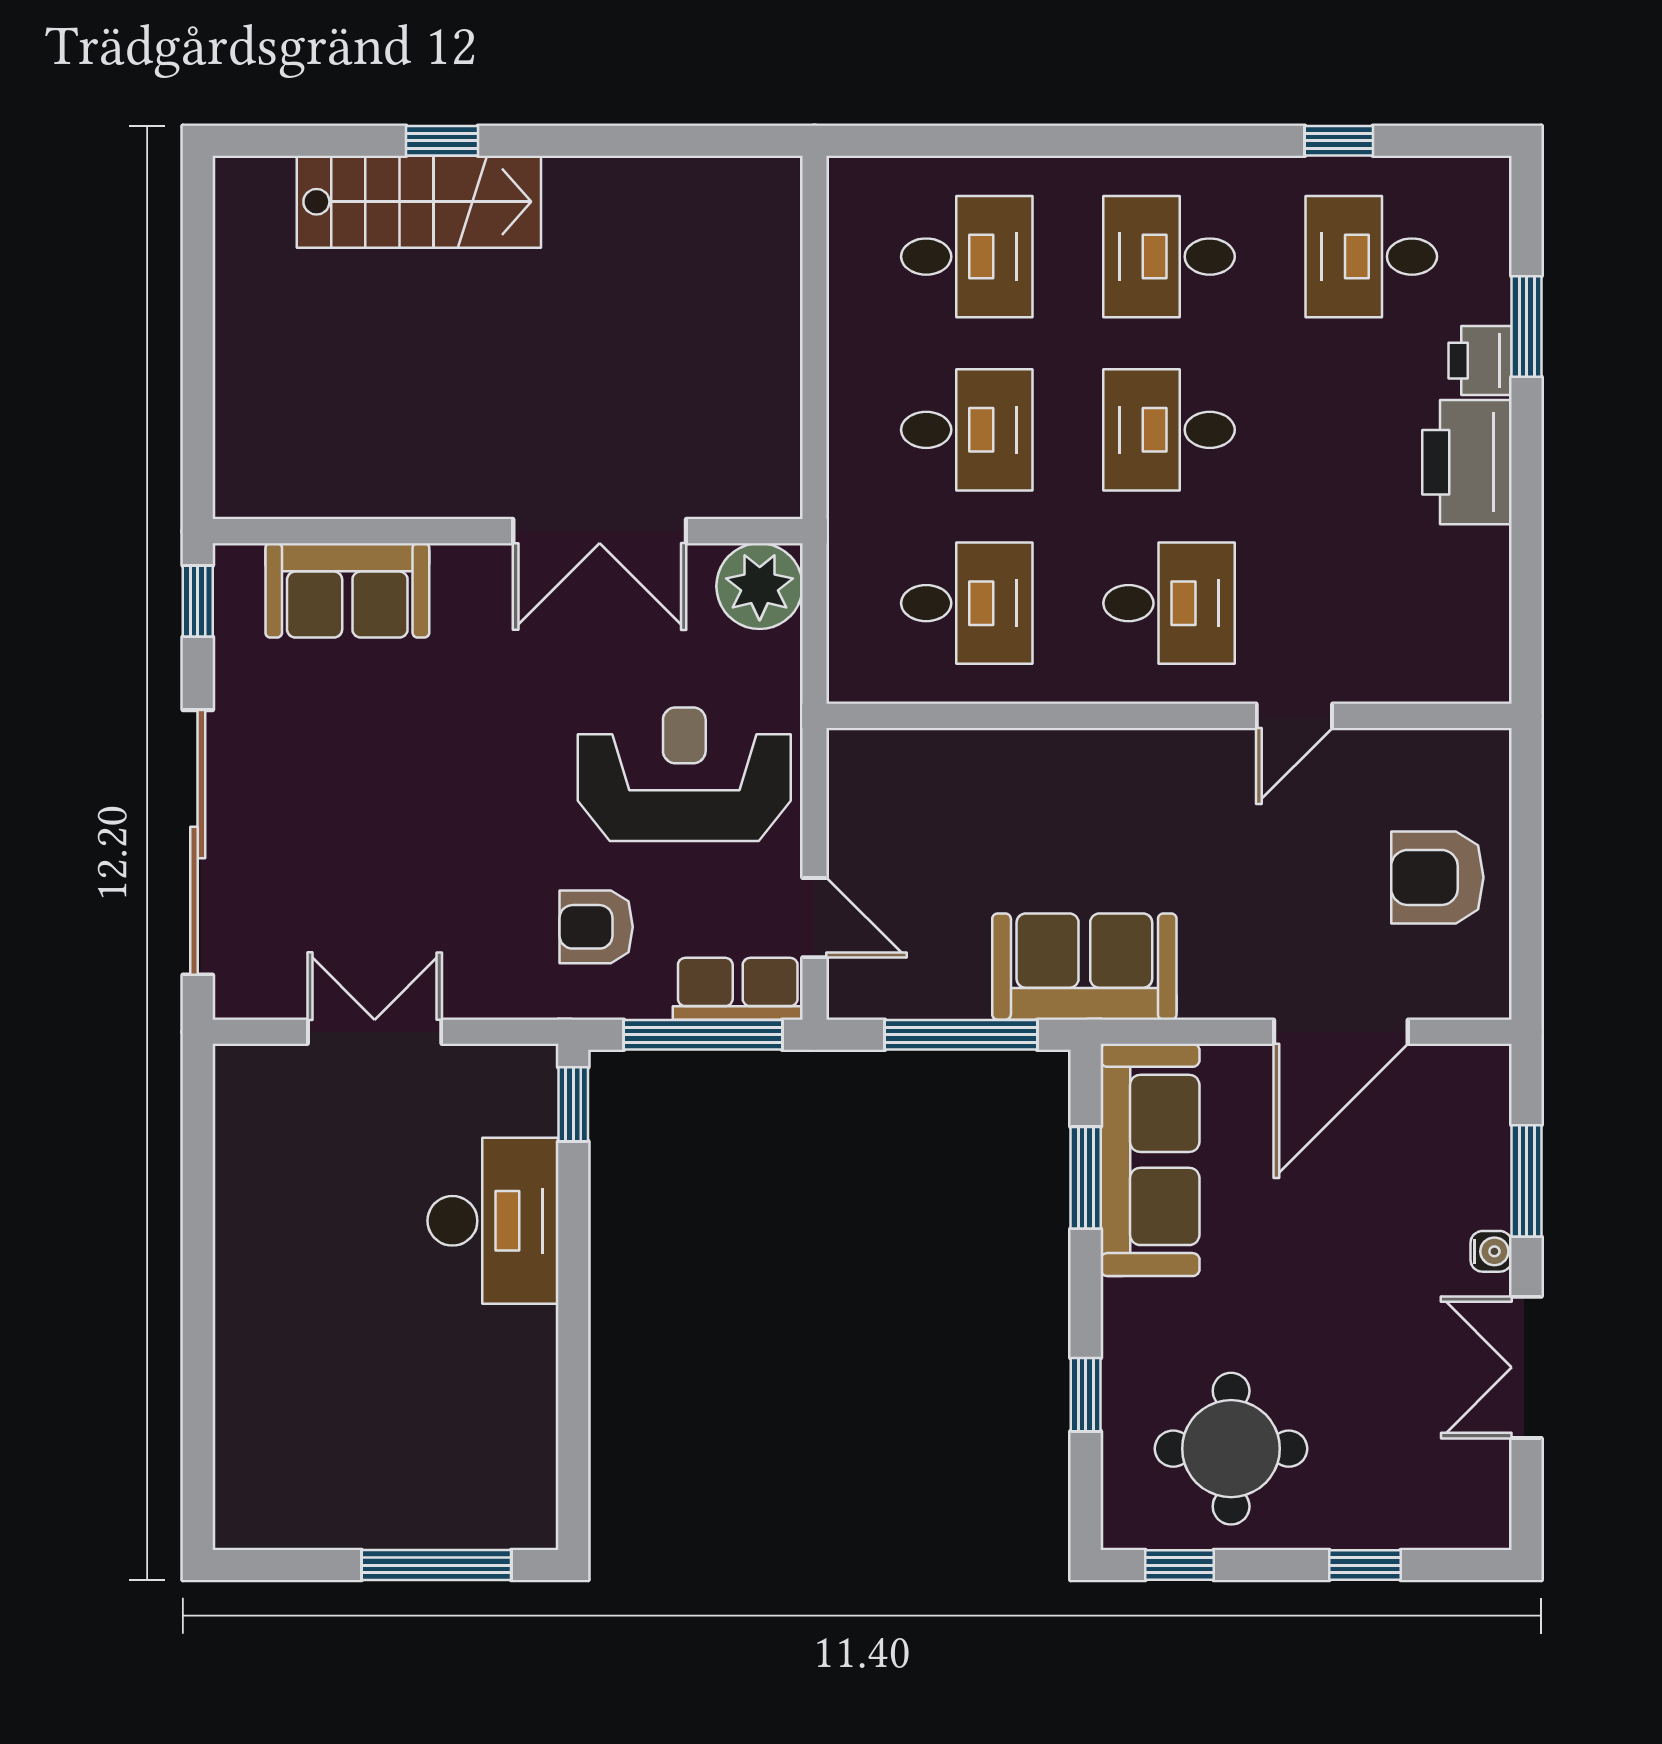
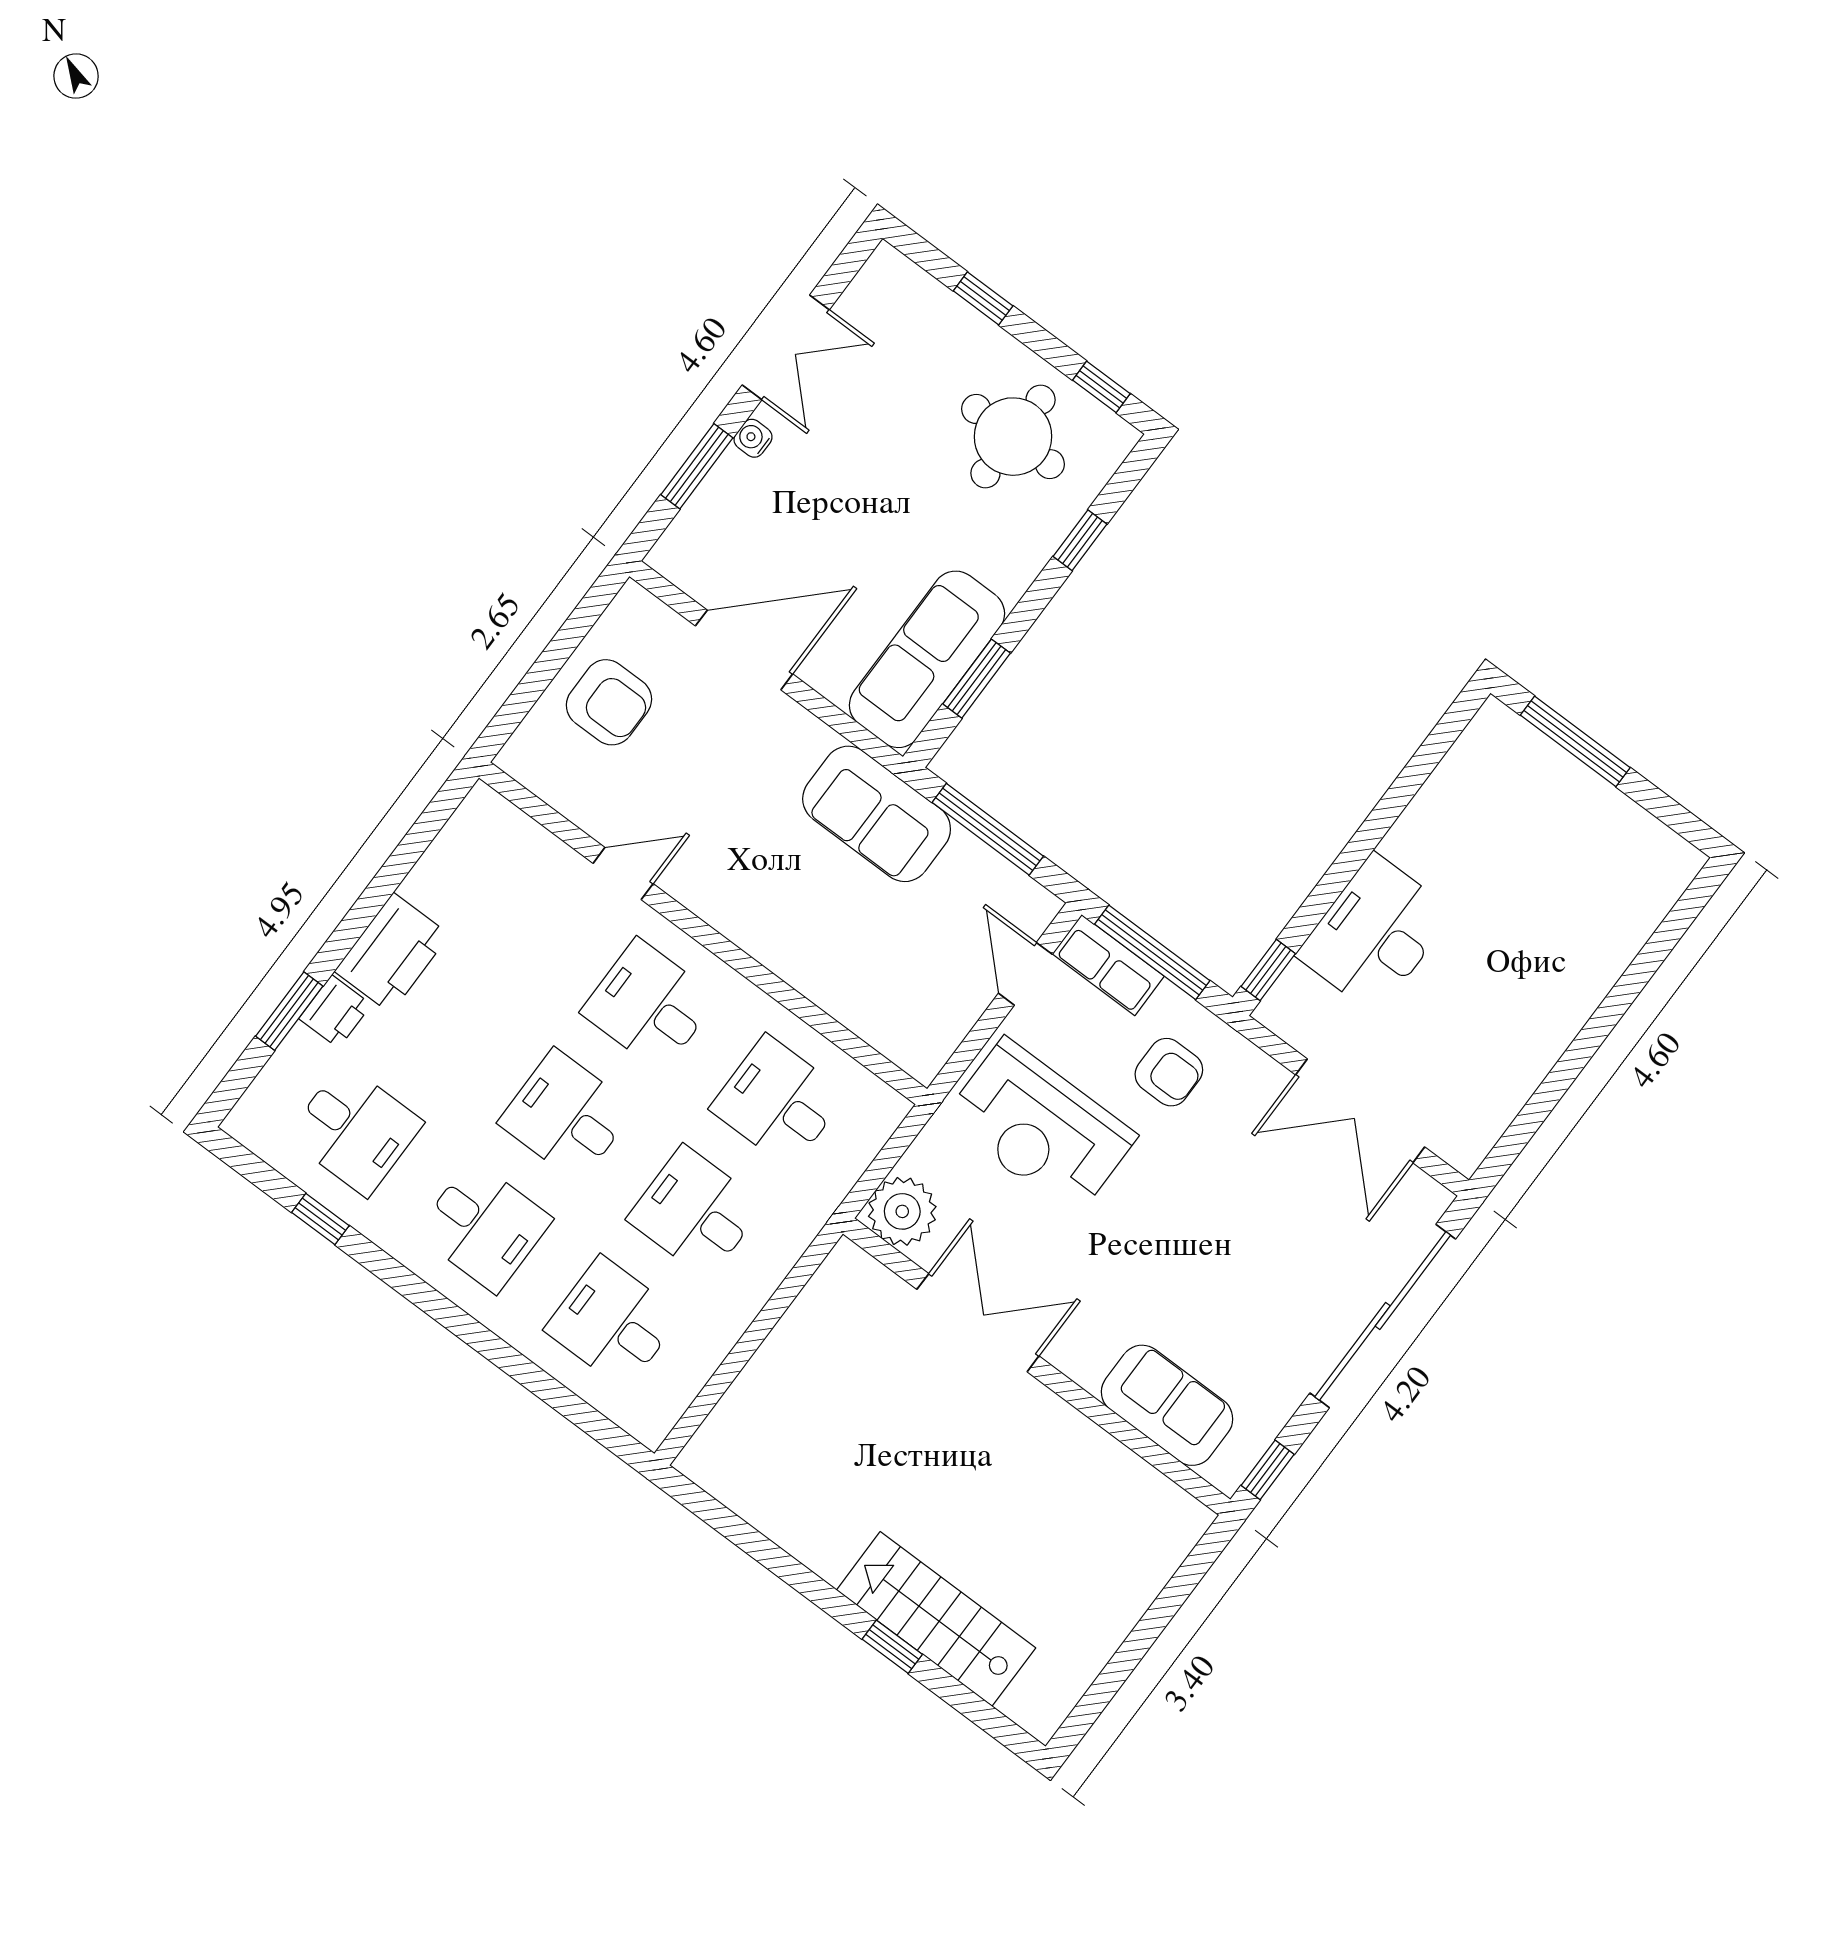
desk: (1169, 430) -> (567, 1116), turned 180
double door: (375, 1032) -> (1360, 1111), width x1.37

